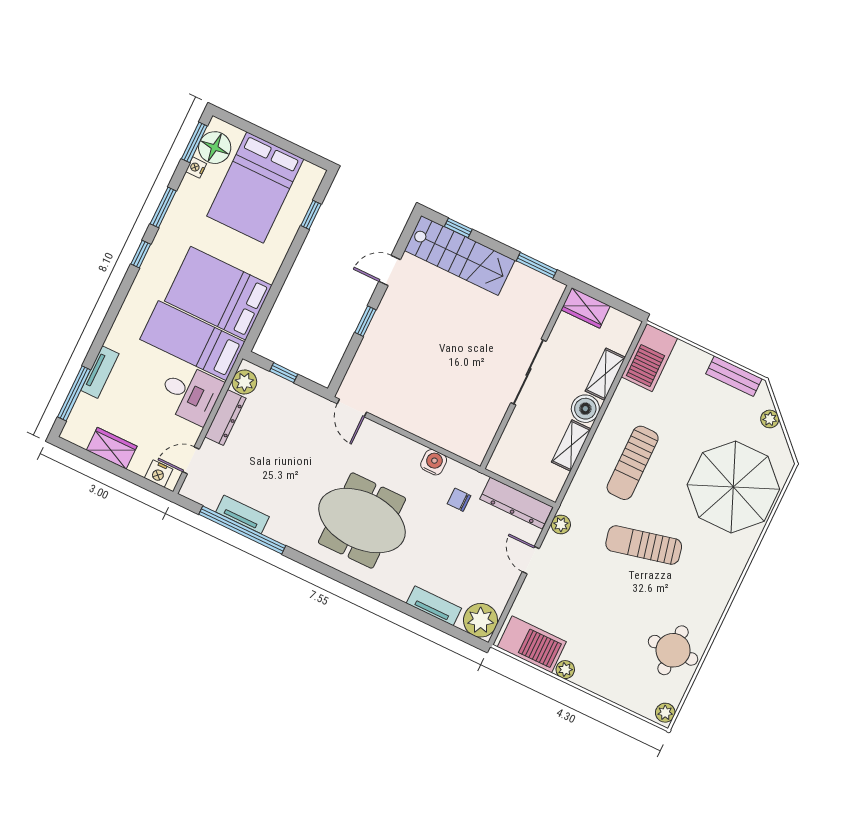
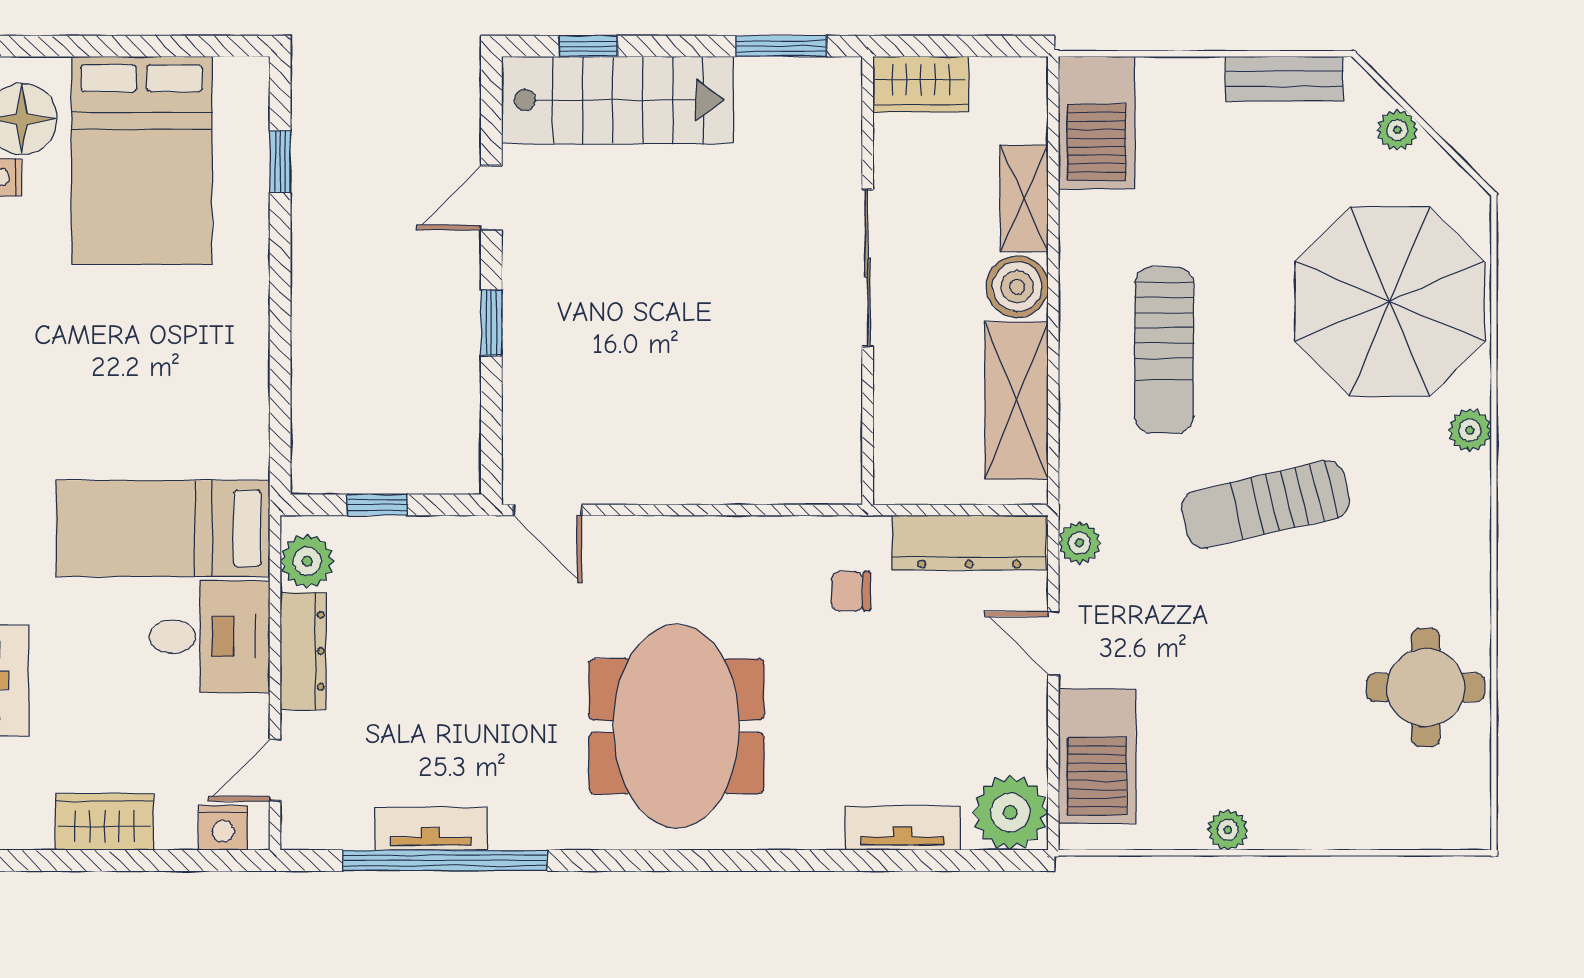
bed: (218, 293) -> (169, 408), removed
shelving: (571, 446) -> (1017, 401), width x1.50, depth x1.33
water cooler: (434, 462) -> (764, 540), removed
meeting table: (362, 521) -> (676, 726), turned 90
barbecue: (532, 644) -> (1097, 756), moved, turned 90
plant: (665, 713) -> (1470, 430), moved

